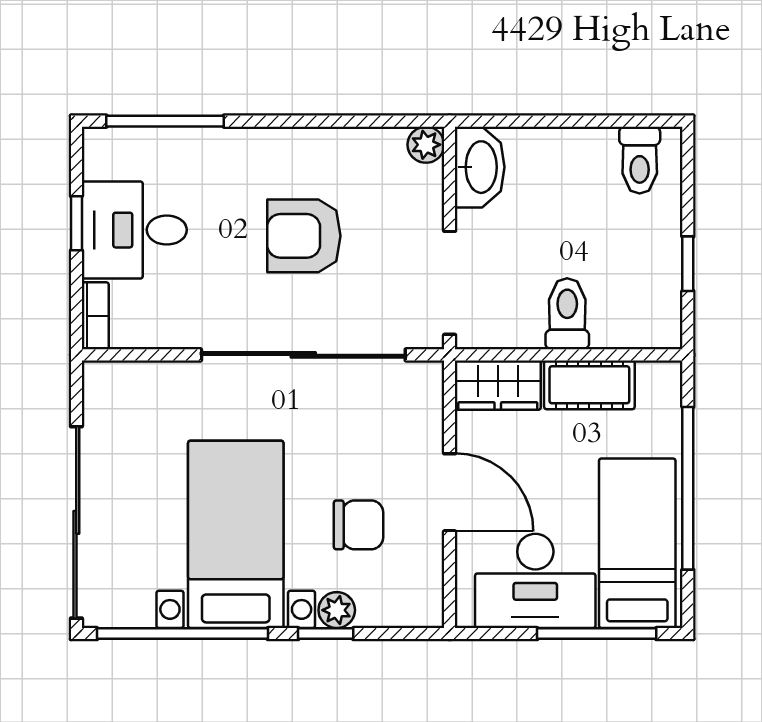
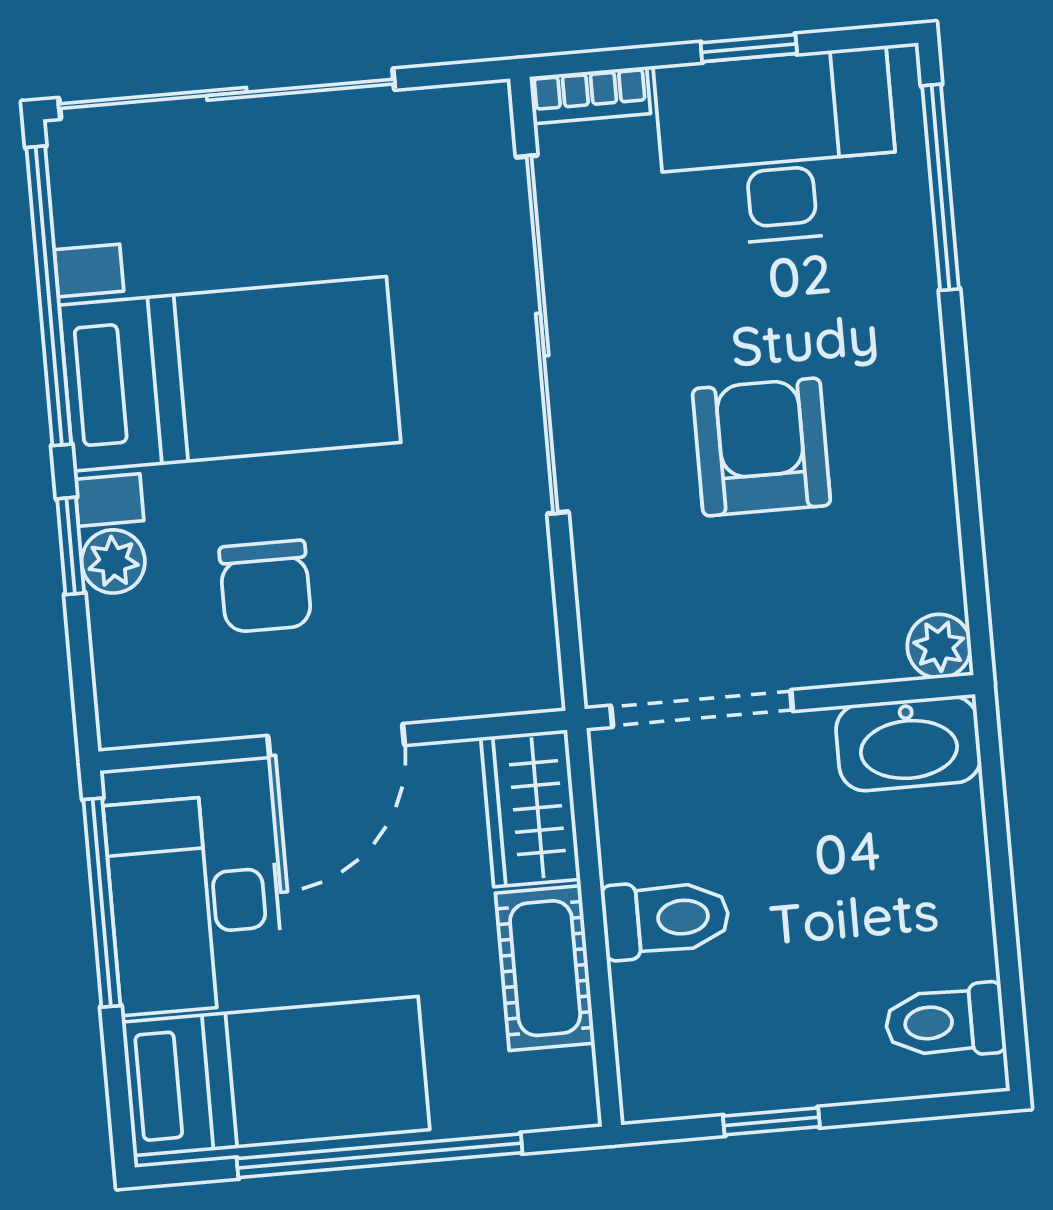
desk: (134, 230) -> (777, 147), width x1.37
sliding door: (303, 355) -> (542, 334), moved
window: (597, 634) -> (102, 903), moved

